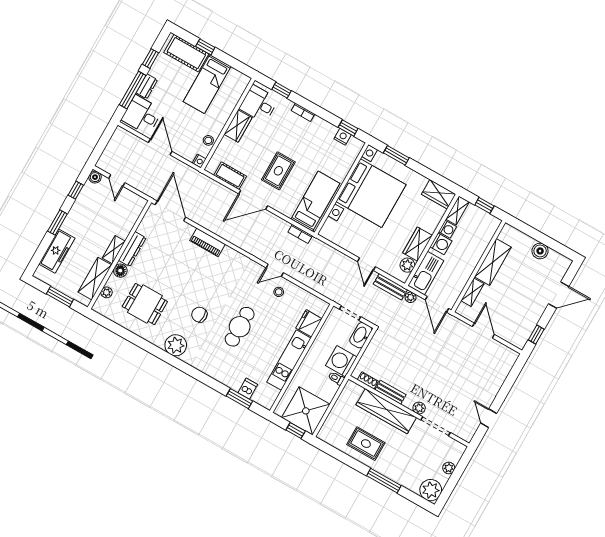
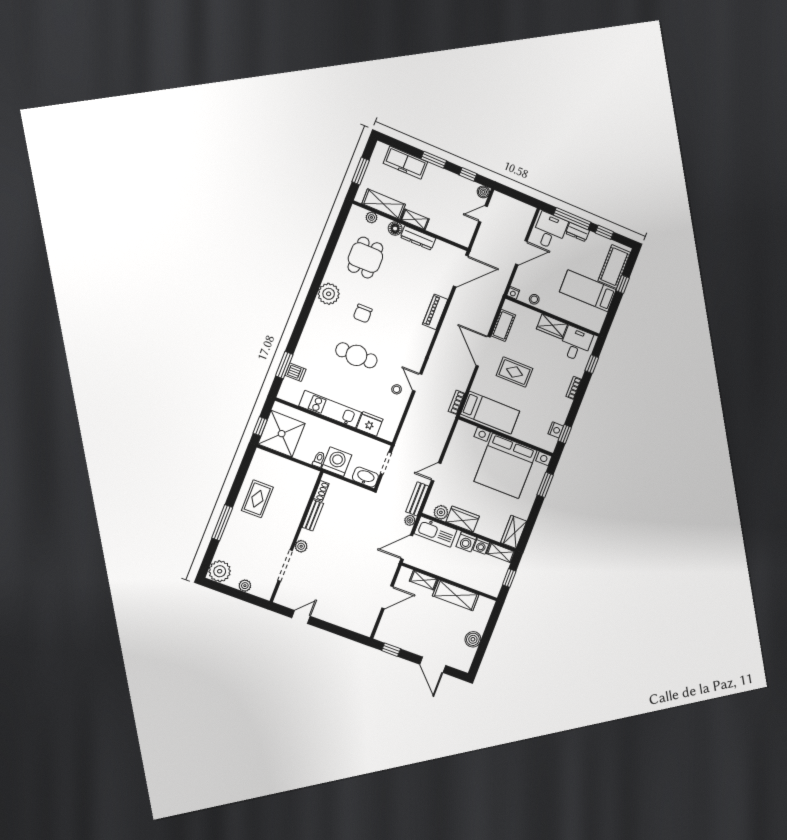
chair: (199, 315) -> (363, 313), turned 180
wardrobe: (386, 411) -> (293, 514), removed

